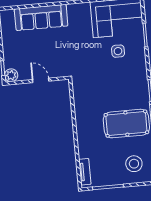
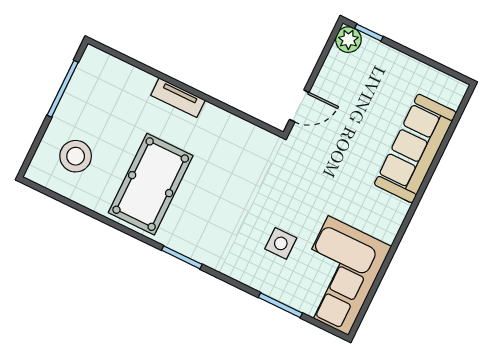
door: (41, 80) -> (299, 106), moved
tv unit: (85, 172) -> (178, 98), moved

